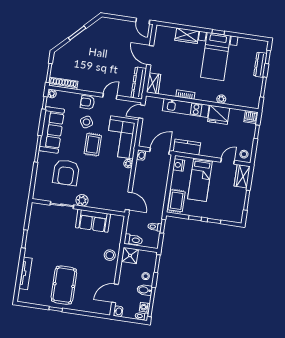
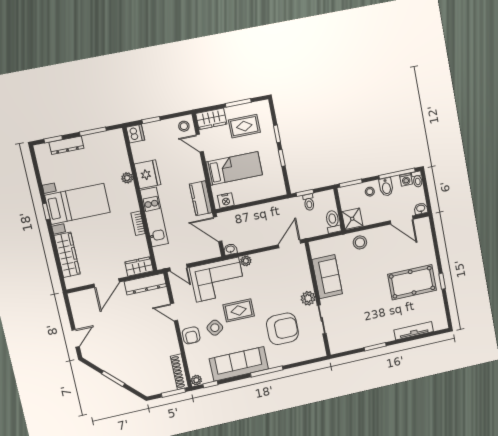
door: (143, 21) -> (76, 338), moved
wardrobe: (187, 36) -> (67, 255), width x1.50
rug: (177, 201) -> (244, 126), moved

